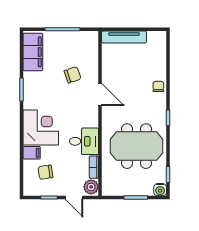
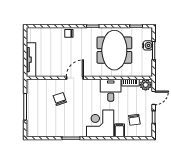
filing cabinet: (33, 52) -> (42, 129), removed
water cooler: (160, 190) -> (148, 45), moved

